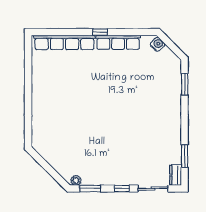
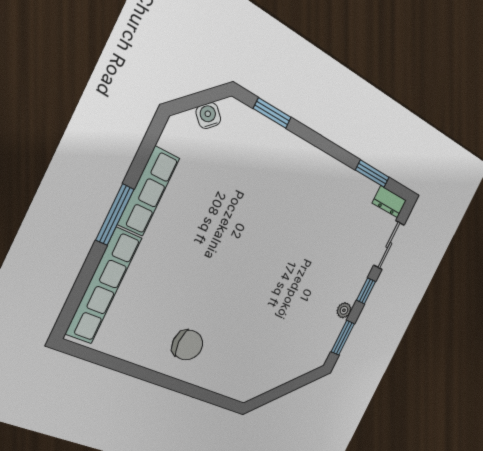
window: (100, 32) -> (115, 215), width x2.17
water cooler: (158, 44) -> (208, 116), moved
chair: (52, 99) -> (187, 345), added
plant: (76, 180) -> (344, 310), moved

